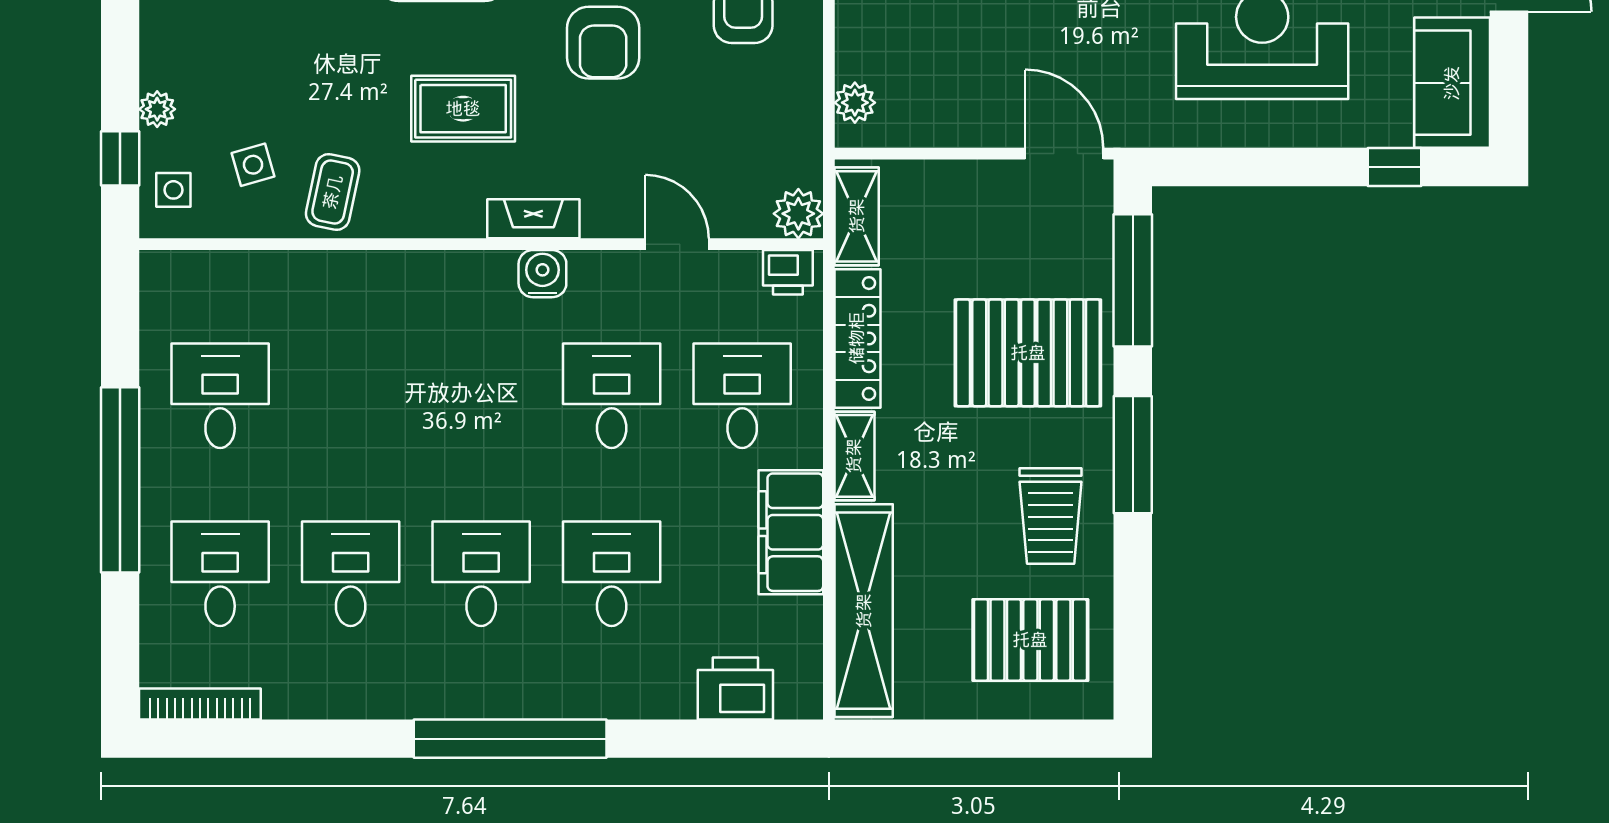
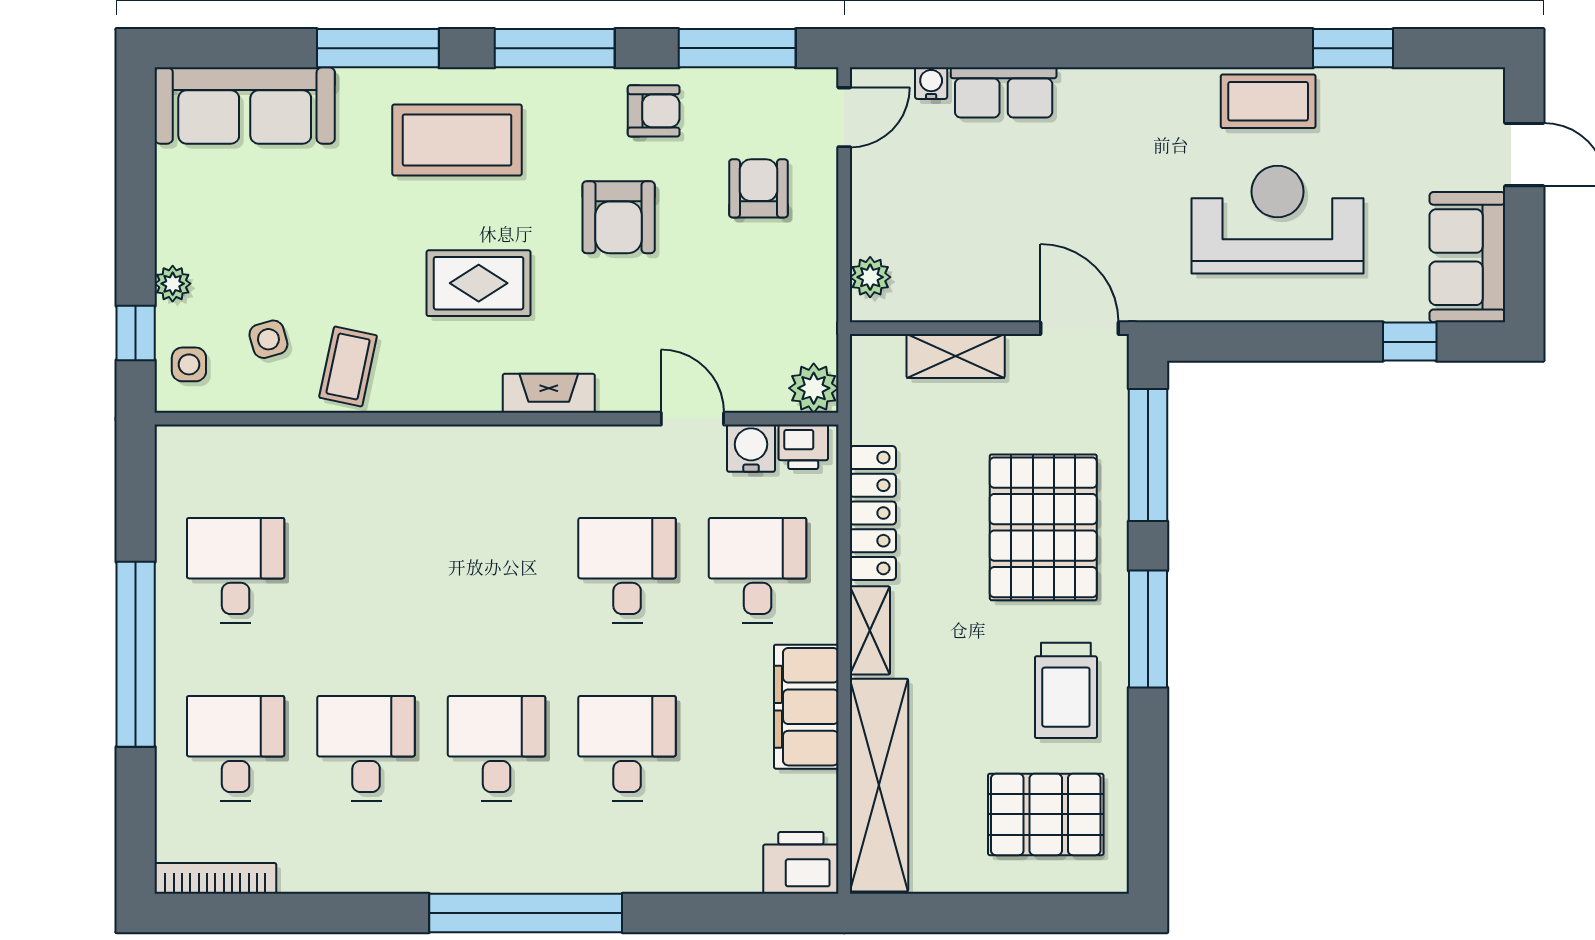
shelving: (857, 216) -> (956, 356), moved, turned 90
water cooler: (542, 274) -> (751, 448), moved
pallet: (1028, 353) -> (1043, 527), turned 90
printer: (735, 688) -> (801, 863), moved

